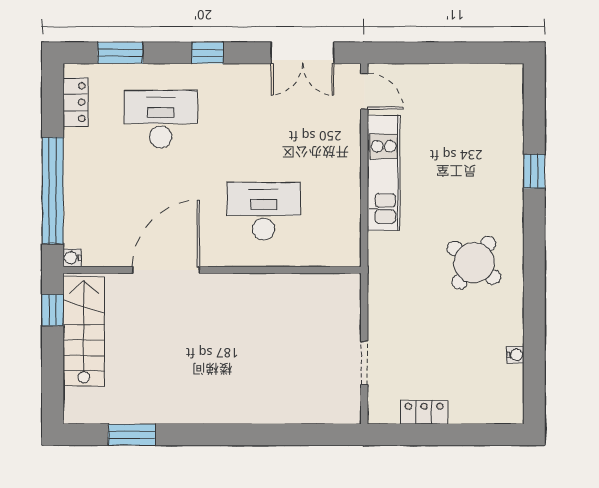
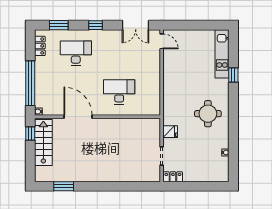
kitchen unit: (384, 173) -> (222, 54), moved, turned 180
round table: (474, 263) -> (208, 114), turned -37
door: (166, 270) -> (78, 117), hinge flipped
fridge: (384, 305) -> (170, 132), added
locker: (424, 412) -> (173, 177), moved

